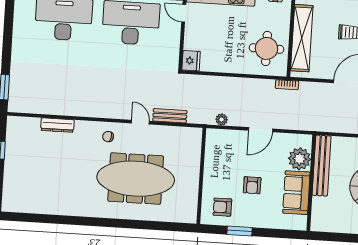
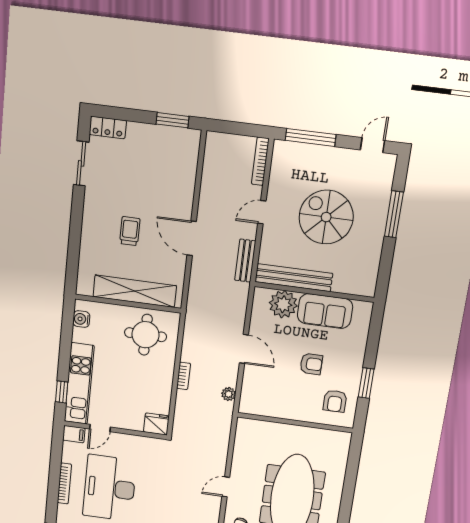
bookcase: (287, 85) -> (184, 376), moved
bench: (170, 116) -> (245, 261), moved

